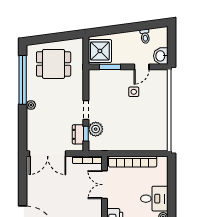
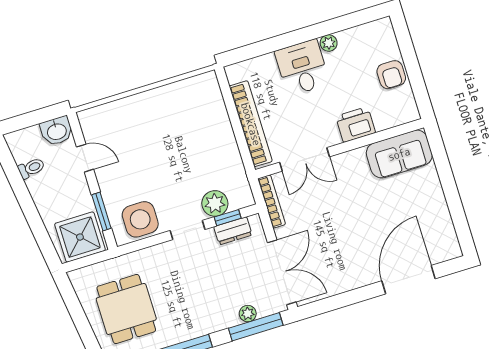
side table: (134, 92) -> (140, 219), moved, width x1.87, depth x1.87
plant: (31, 105) -> (248, 314), moved
window: (23, 131) -> (256, 327), added

